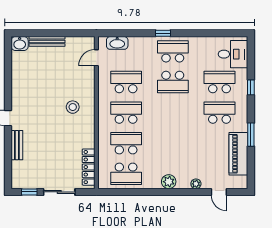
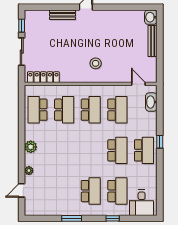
school desk: (173, 82) -> (117, 150), turned 180
piano: (238, 154) -> (55, 207), removed

